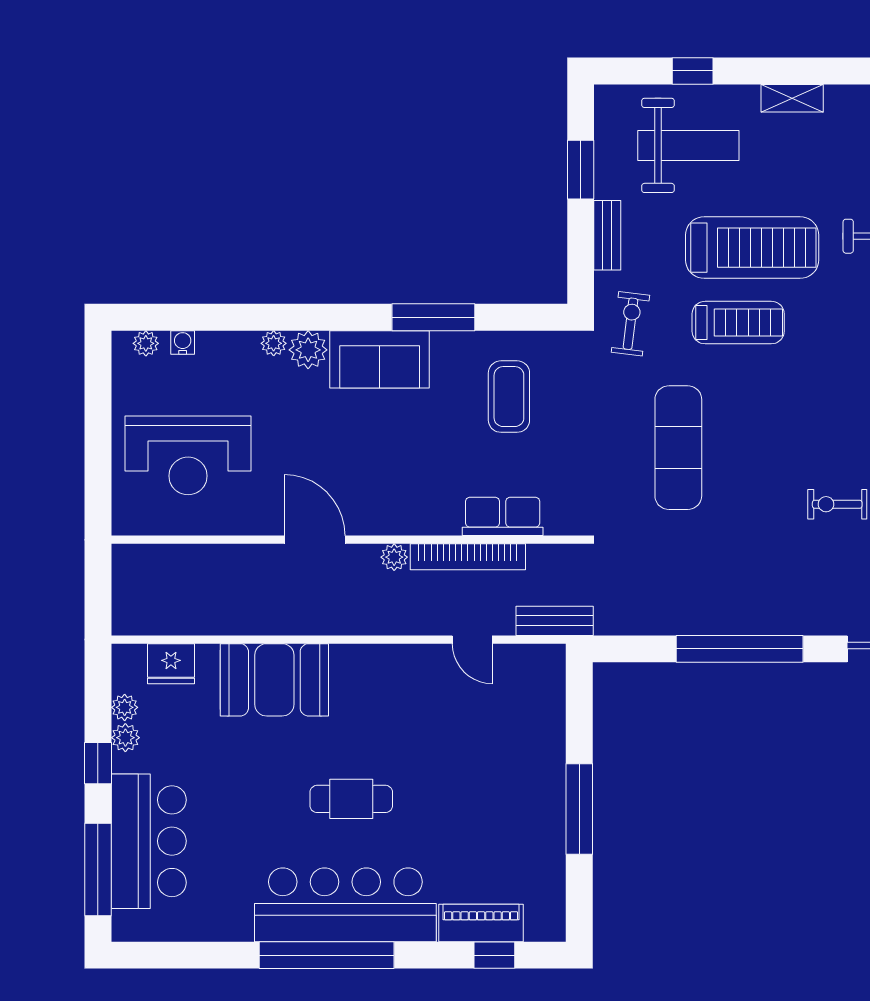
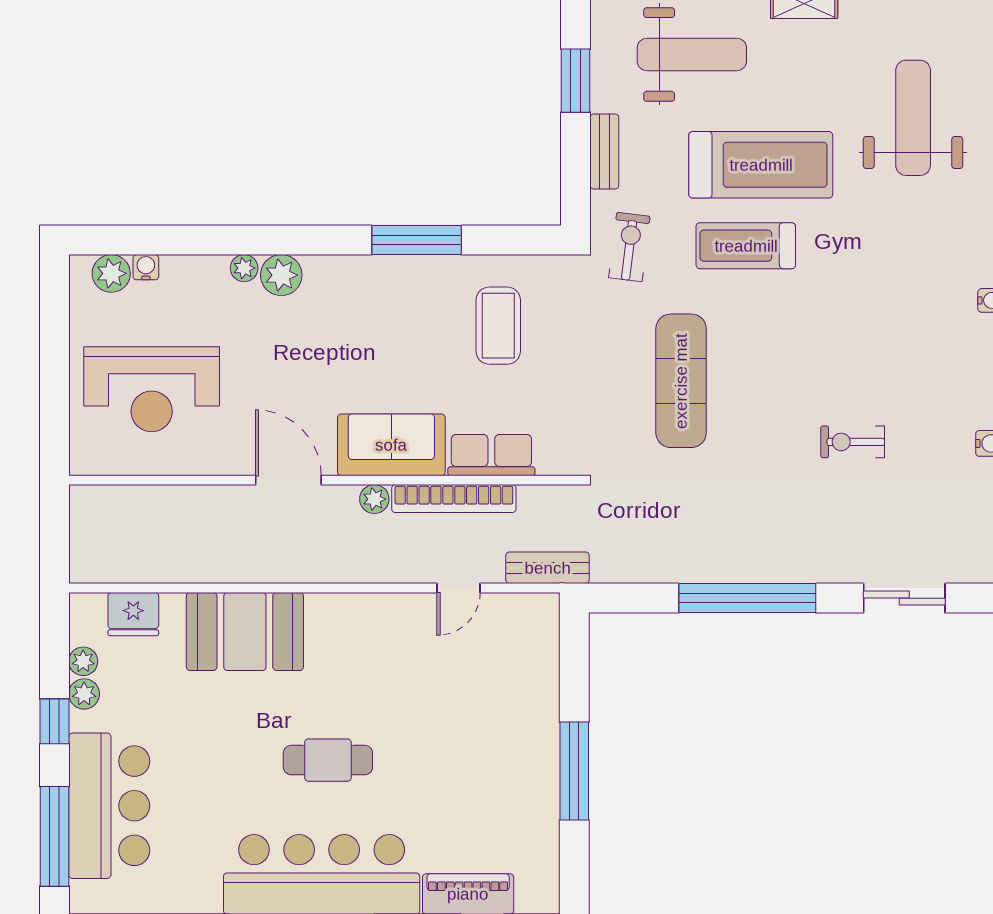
treadmill: (738, 323) -> (746, 246), turned 180
plant: (146, 343) -> (111, 273), width x1.38, depth x1.38
sofa: (380, 359) -> (391, 445), moved, turned 180
door: (472, 640) -> (459, 588), hinge flipped

